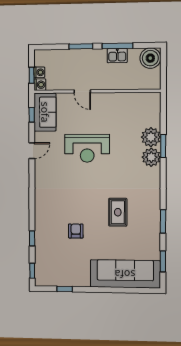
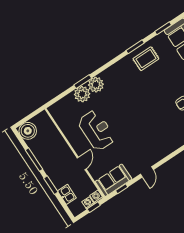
kitchen sink: (117, 56) -> (67, 194), moved
reception desk: (87, 148) -> (97, 130), moved
door: (32, 151) -> (147, 172), swing flipped
rug: (118, 212) -> (146, 59), moved

